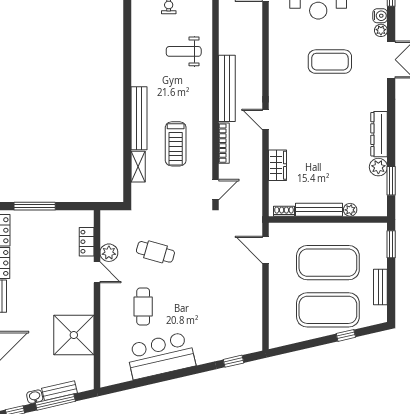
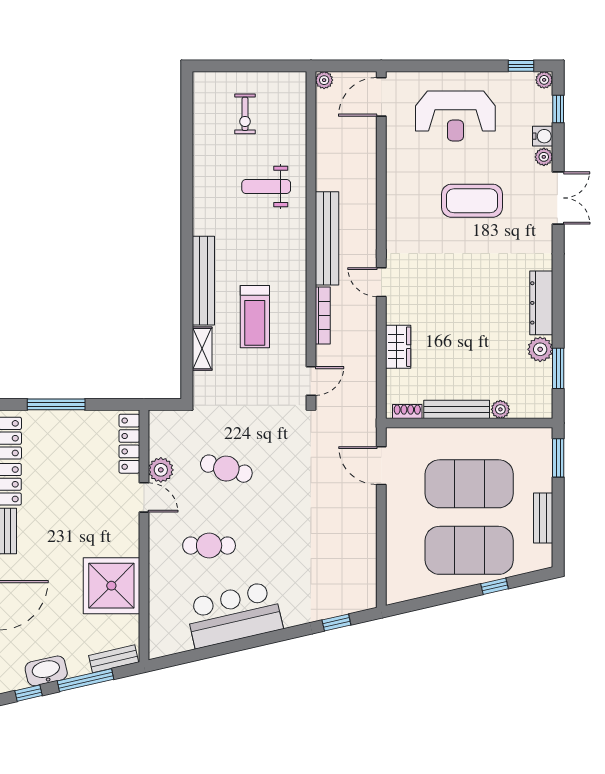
locker: (87, 242) -> (129, 444), width x1.53
cafe table: (143, 306) -> (209, 546), turned 90
bench: (60, 391) -> (114, 659), moved
washbasin: (35, 397) -> (46, 671), width x1.91, depth x1.45

